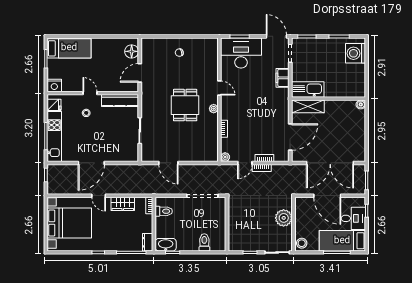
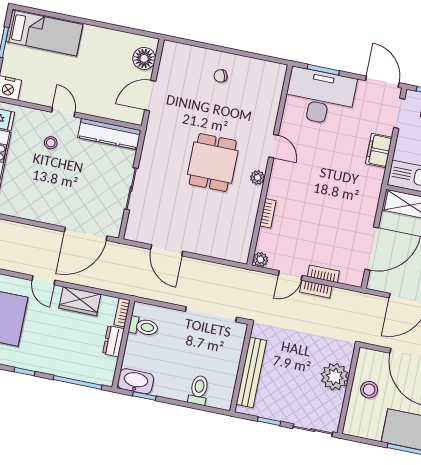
door: (91, 163) -> (86, 234), moved
bench: (233, 225) -> (251, 372), added
dresser: (148, 242) -> (113, 341), moved
stool: (302, 243) -> (369, 390), moved

